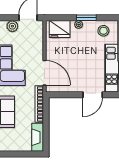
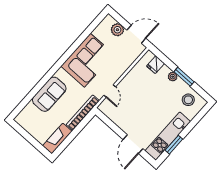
fridge: (60, 29) -> (155, 65), width x0.53, depth x0.75
door: (44, 73) -> (110, 91), width x0.53
door: (93, 95) -> (133, 144), hinge flipped

